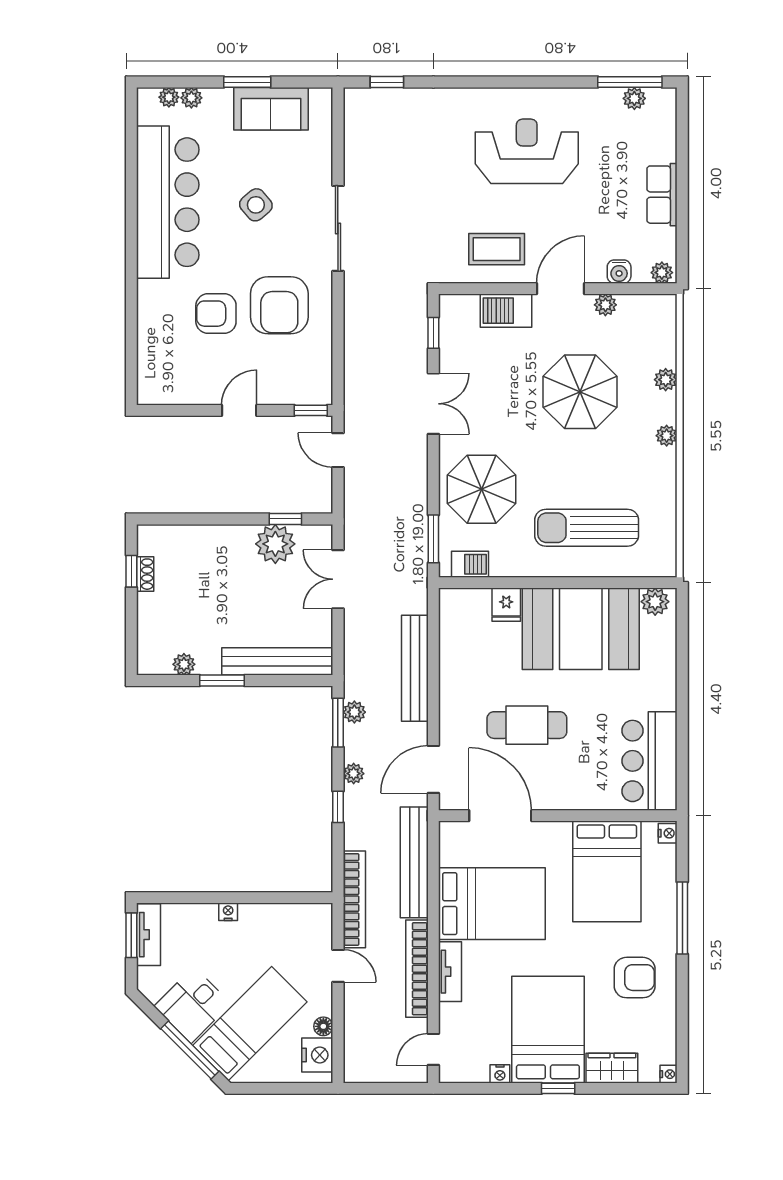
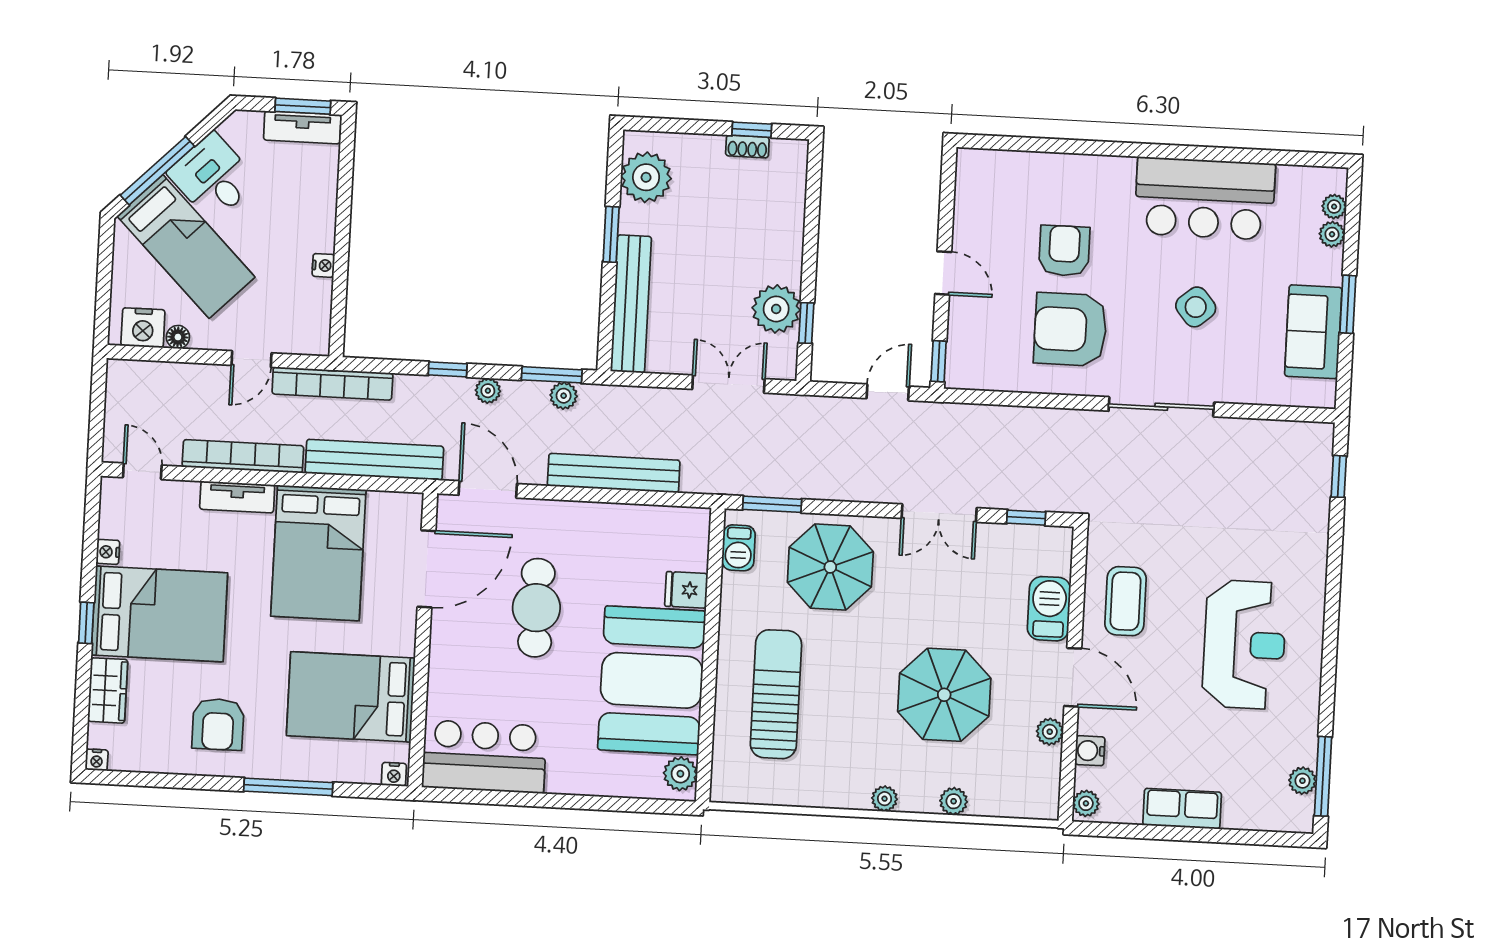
bar counter: (168, 202) -> (1205, 198), width x0.73
plant: (184, 664) -> (646, 177), width x1.87, depth x1.87
nightstand: (228, 912) -> (323, 265), moved

